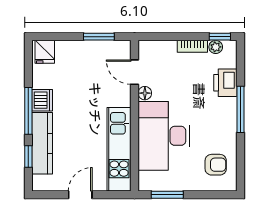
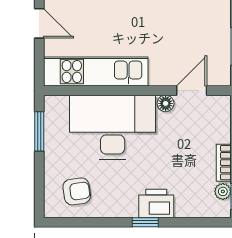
printer: (225, 83) -> (156, 203), moved
window: (240, 109) -> (145, 222), width x0.46
armchair: (216, 165) -> (77, 191), turned -98

